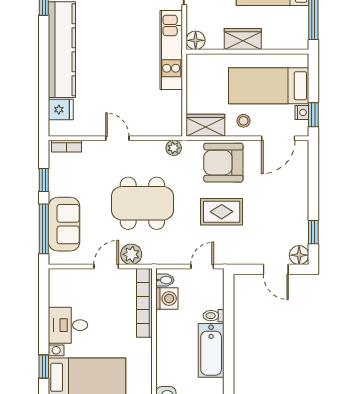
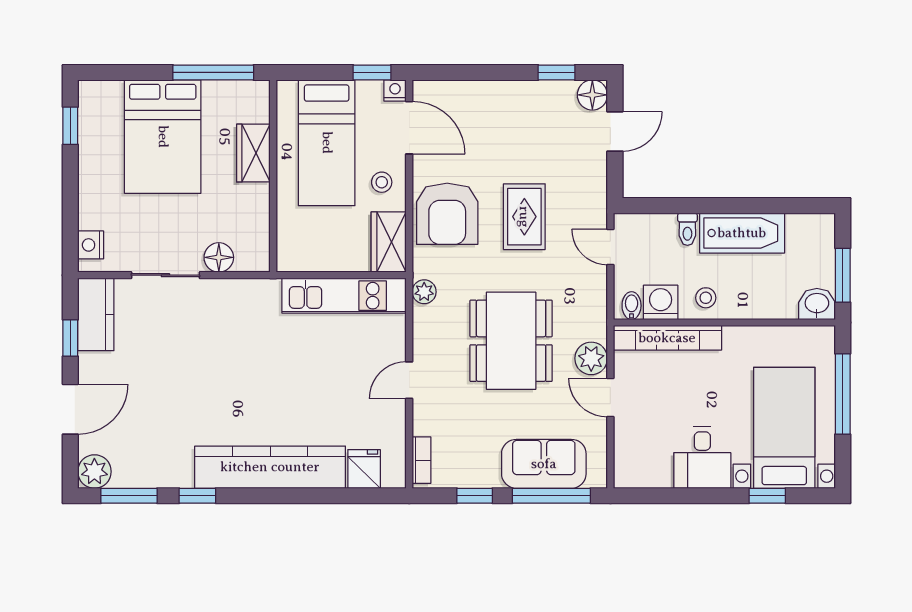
wardrobe: (243, 39) -> (253, 153), moved
floor lamp: (196, 40) -> (219, 257), moved
kitchen unit: (171, 50) -> (344, 296), moved
nightstand: (302, 112) -> (395, 90), moved
stool: (170, 327) -> (706, 298), added

